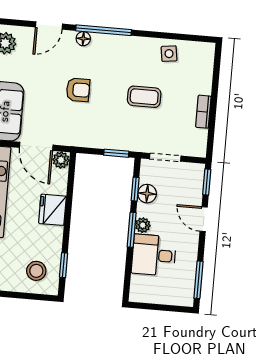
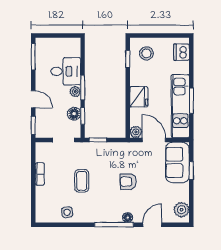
coffee table: (144, 97) -> (82, 181), turned 90

